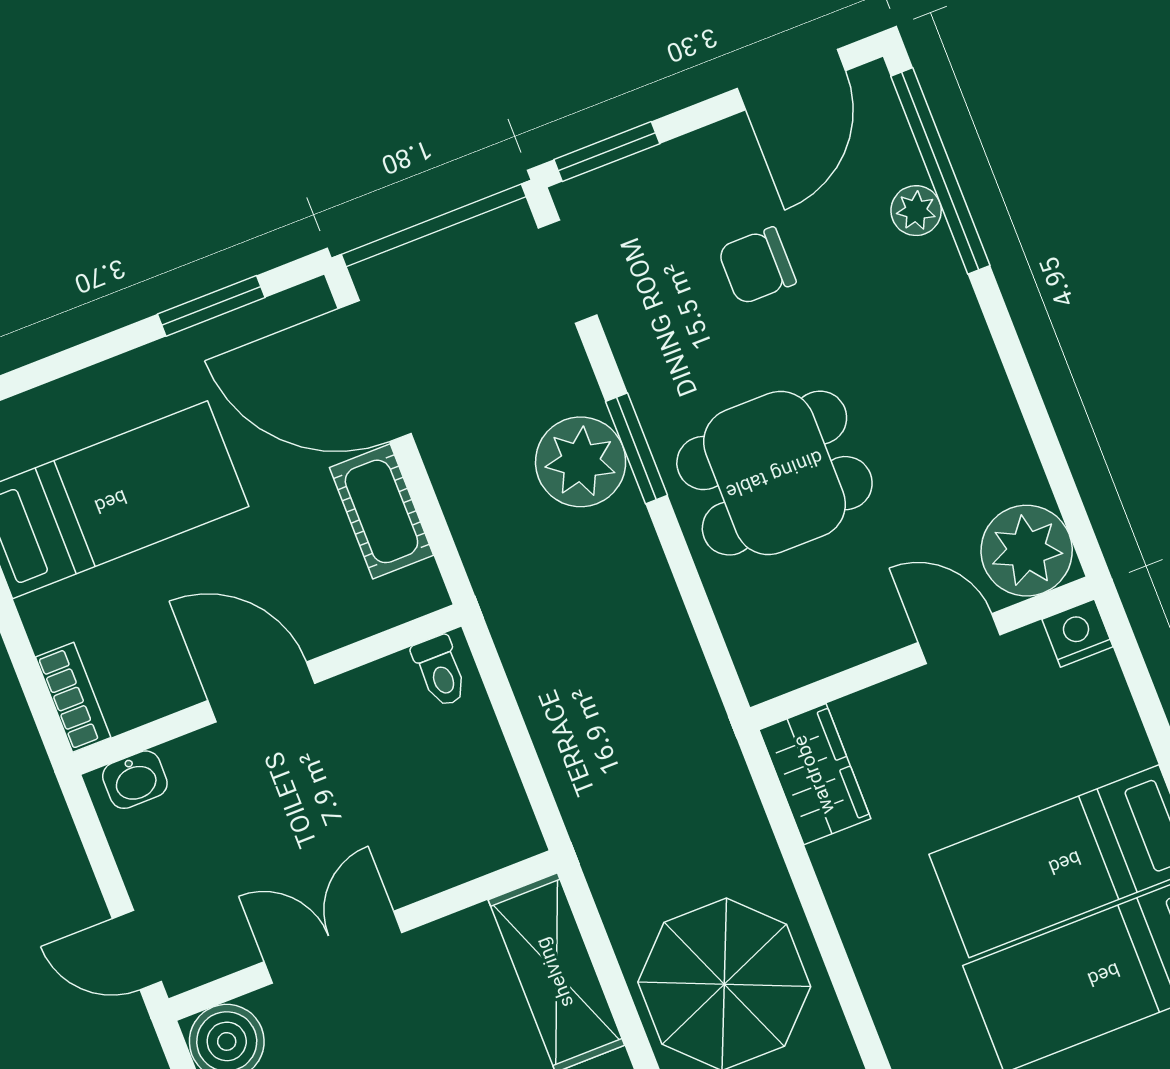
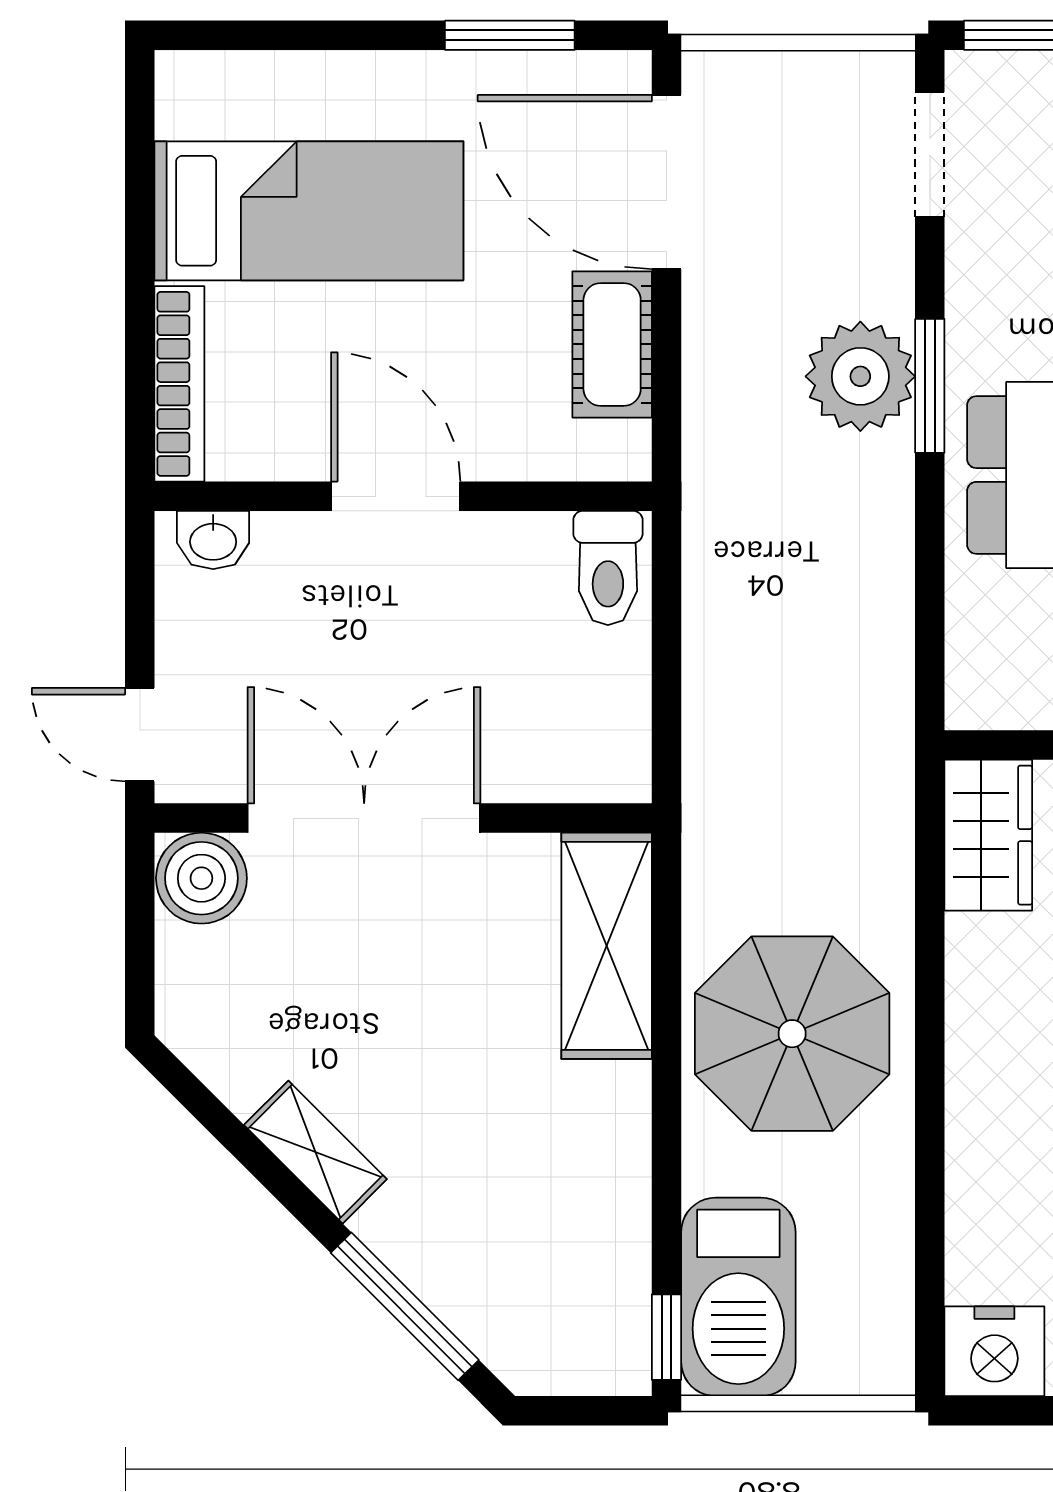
toilet: (440, 671) -> (608, 568), width x1.37, depth x1.39
bookcase: (73, 697) -> (179, 384), width x1.56
double door: (333, 947) -> (364, 818), width x1.37

